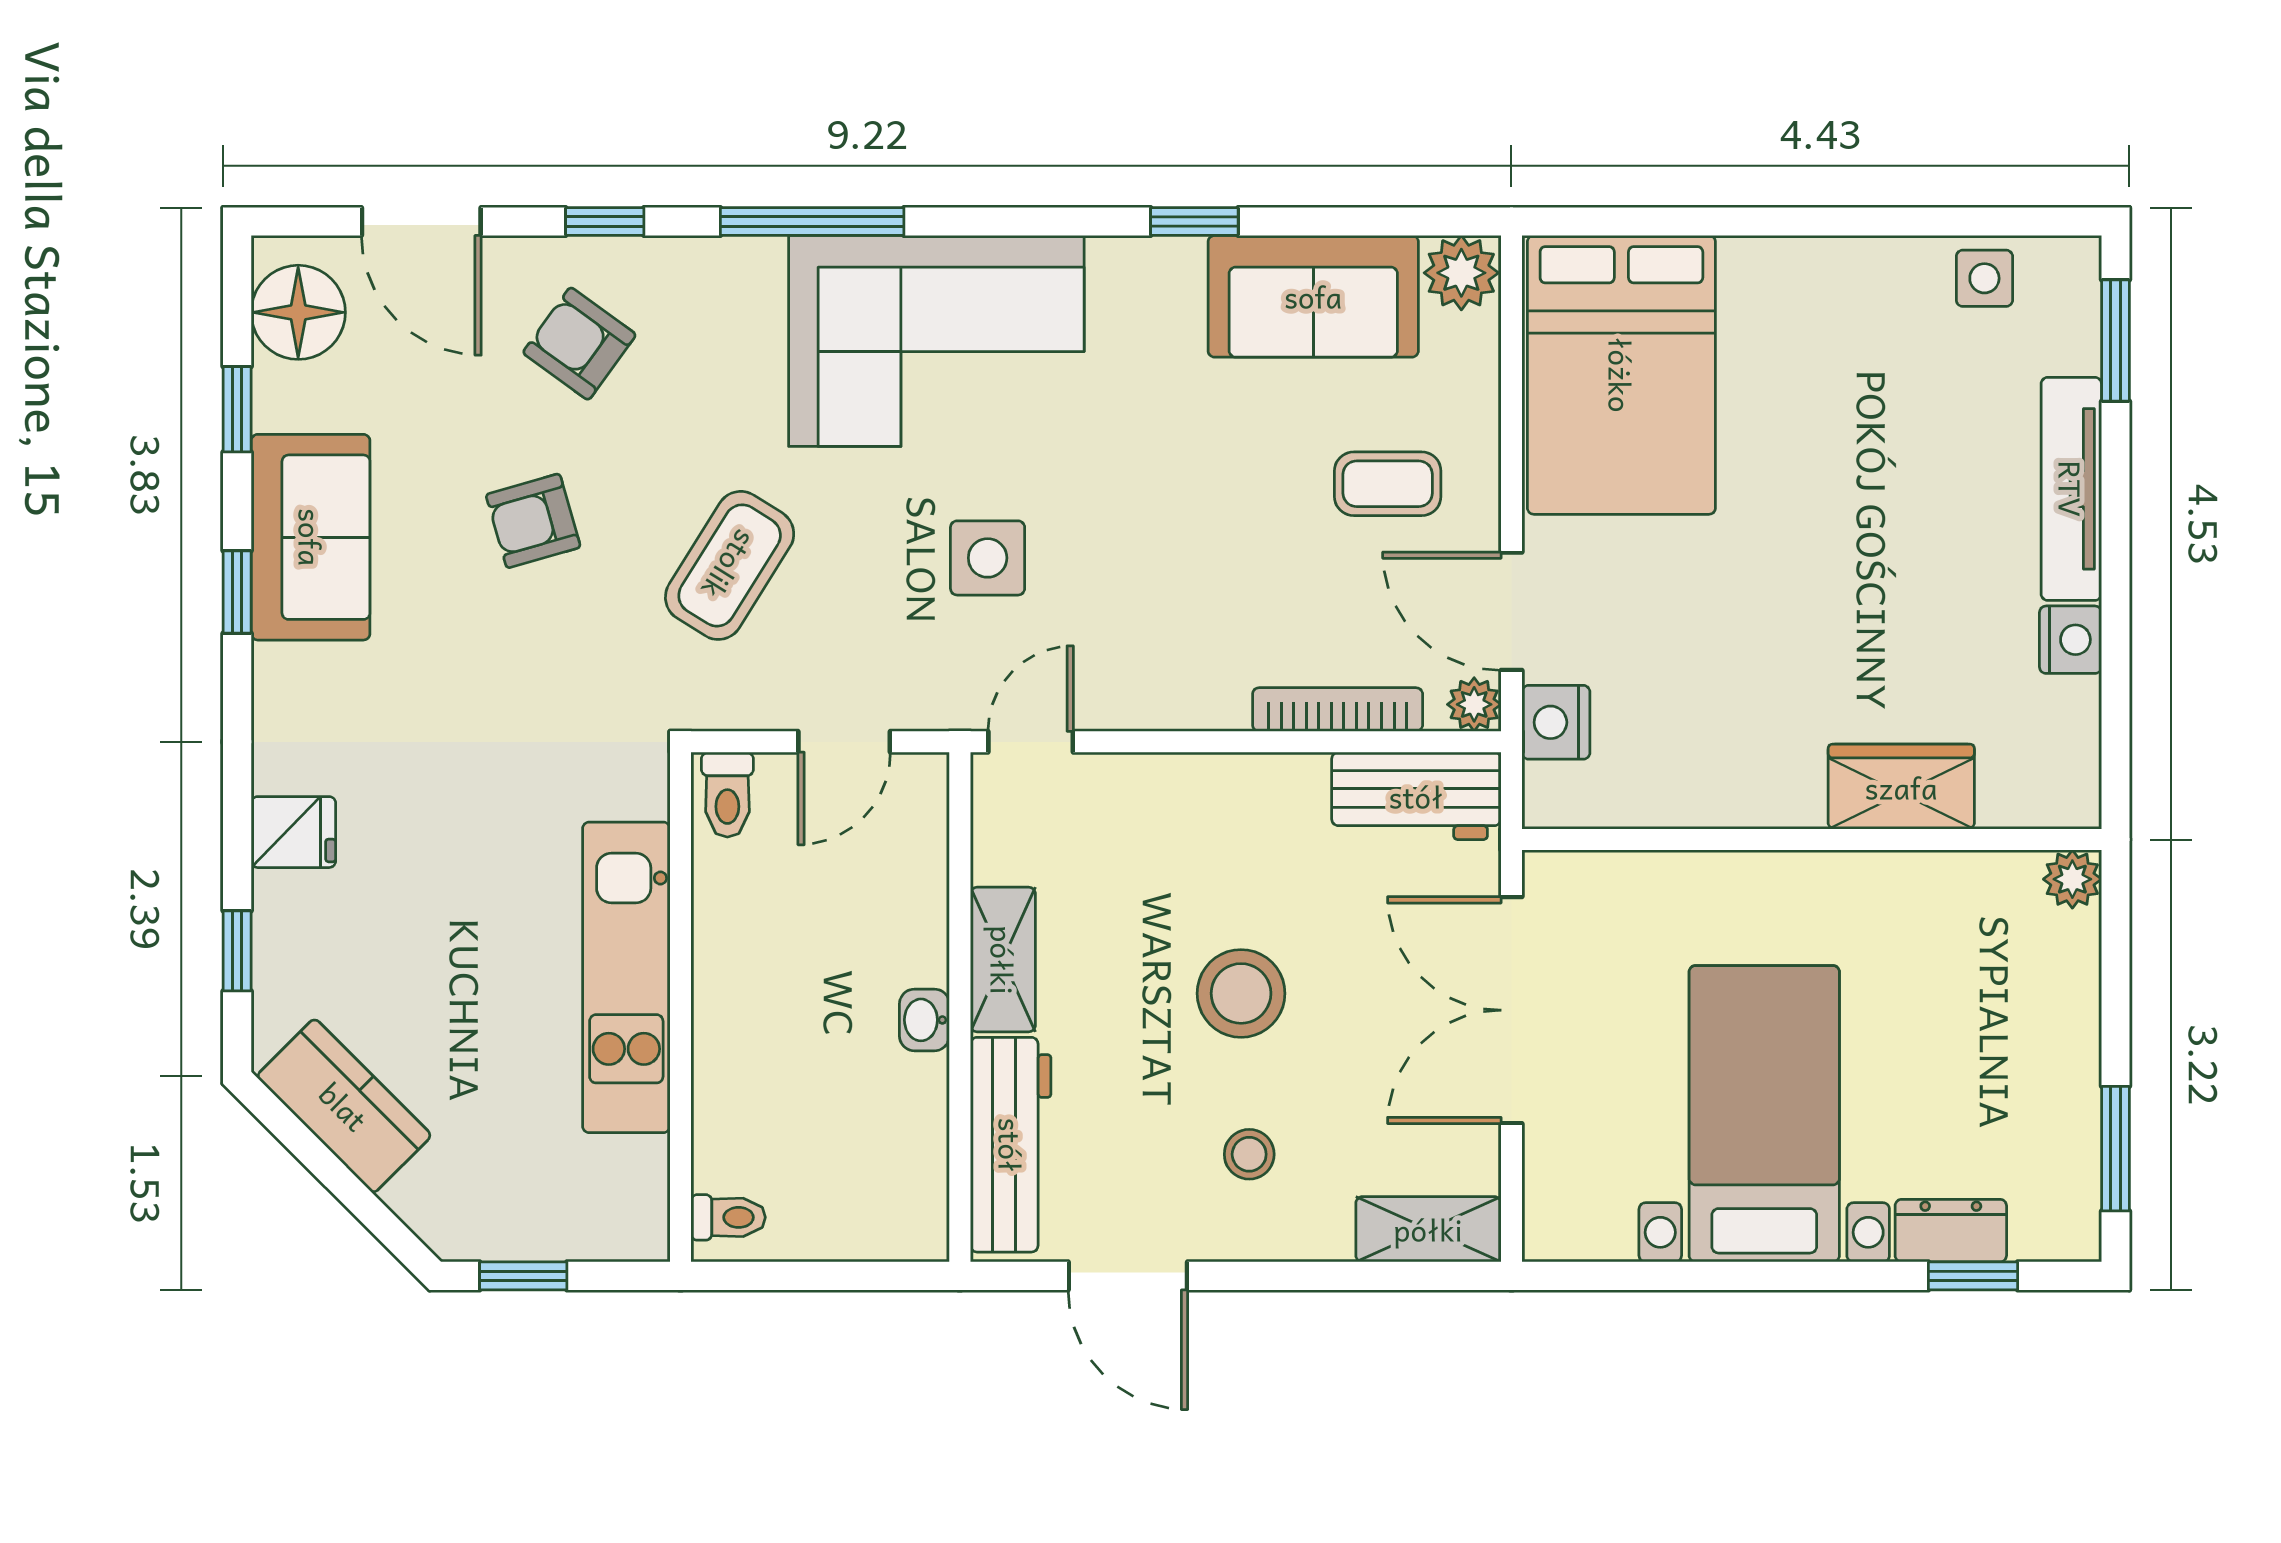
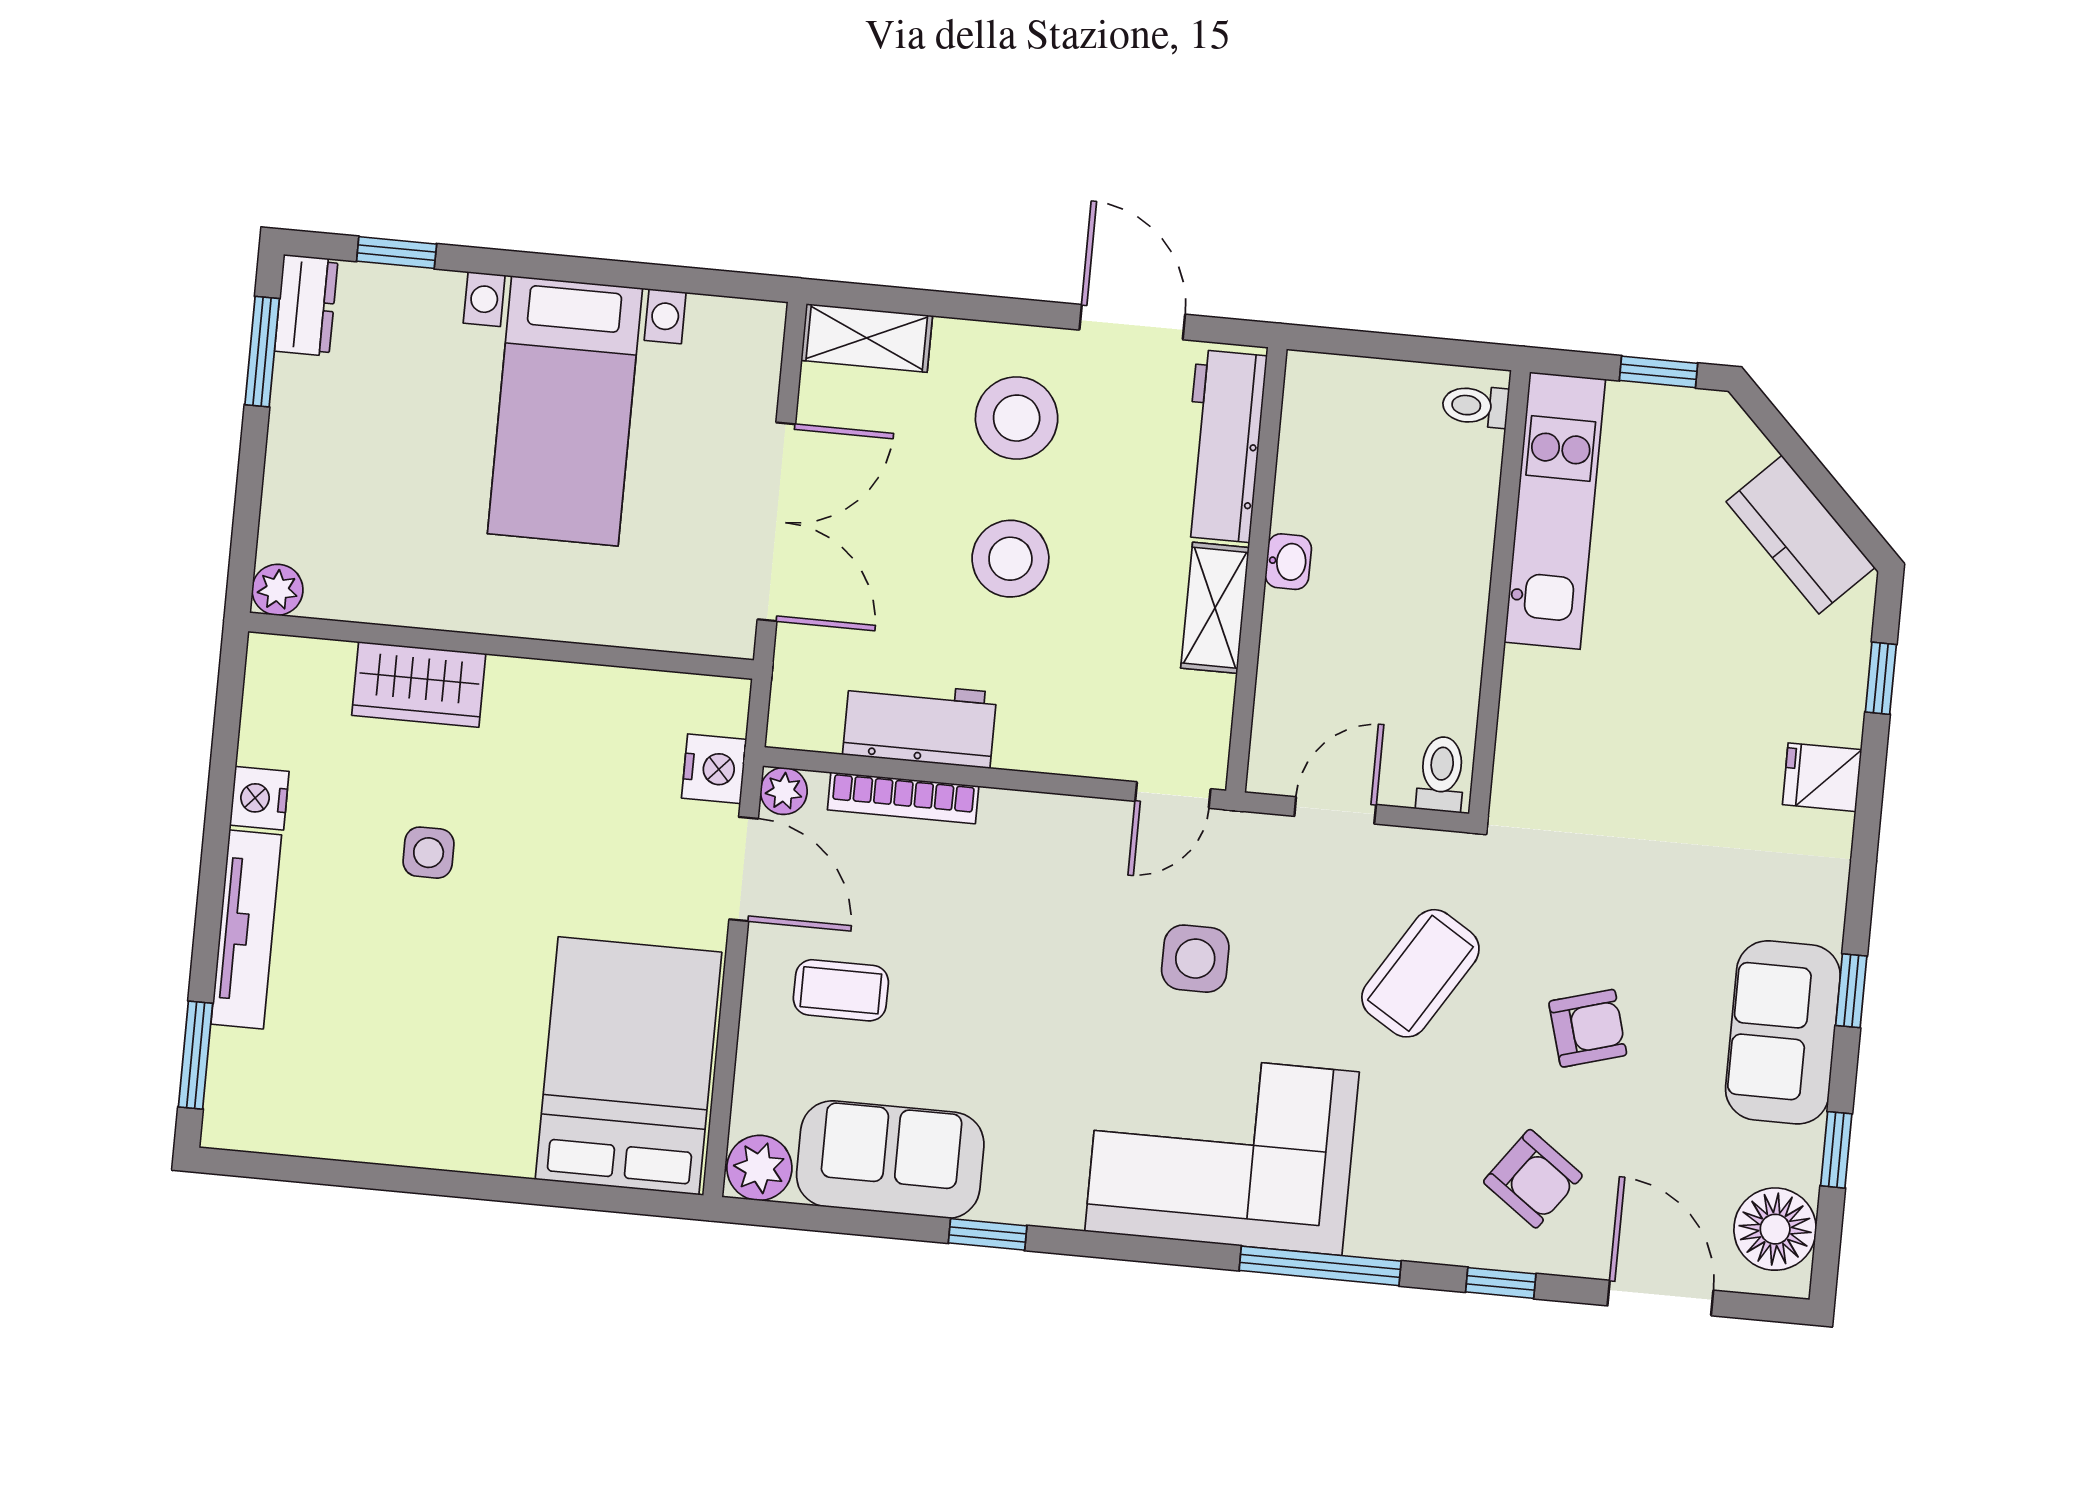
side table: (1984, 278) -> (429, 853), moved
workbench: (1416, 796) -> (920, 724), moved
kitchen unit: (626, 977) -> (1555, 511), moved
stool: (1249, 1154) -> (1017, 418), width x1.89, depth x1.89
dresser: (1951, 1231) -> (306, 305), moved, turned -90

